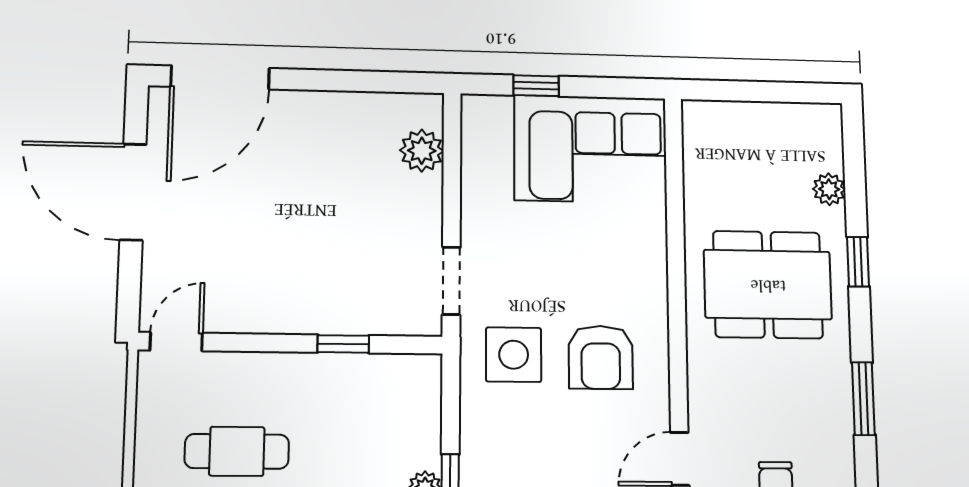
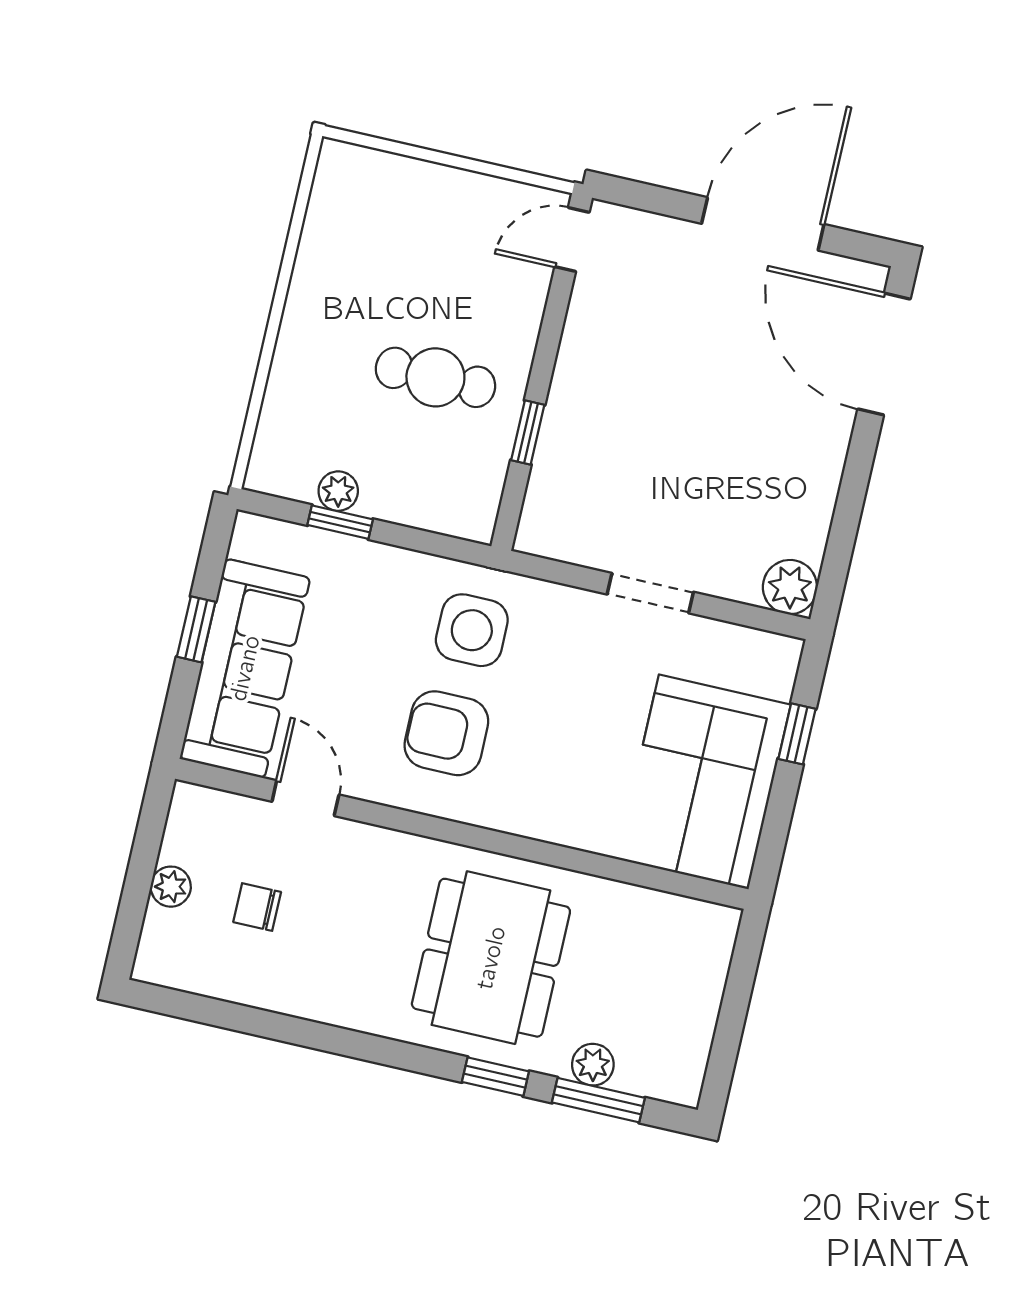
plant: (422, 151) -> (790, 587), moved
doorway: (451, 281) -> (650, 593), moved
door: (176, 342) -> (572, 240), swing flipped
window: (863, 399) -> (598, 1100), moved
cafe table: (237, 451) -> (435, 377), moved, turned 90

